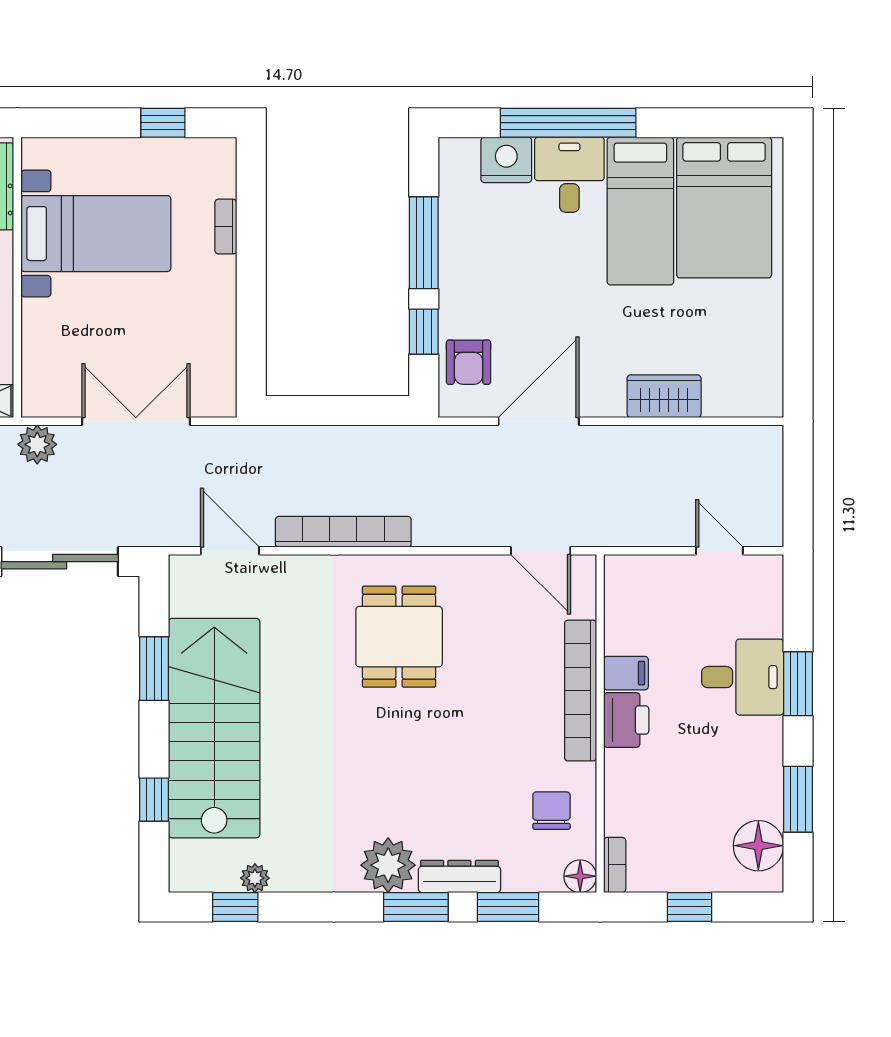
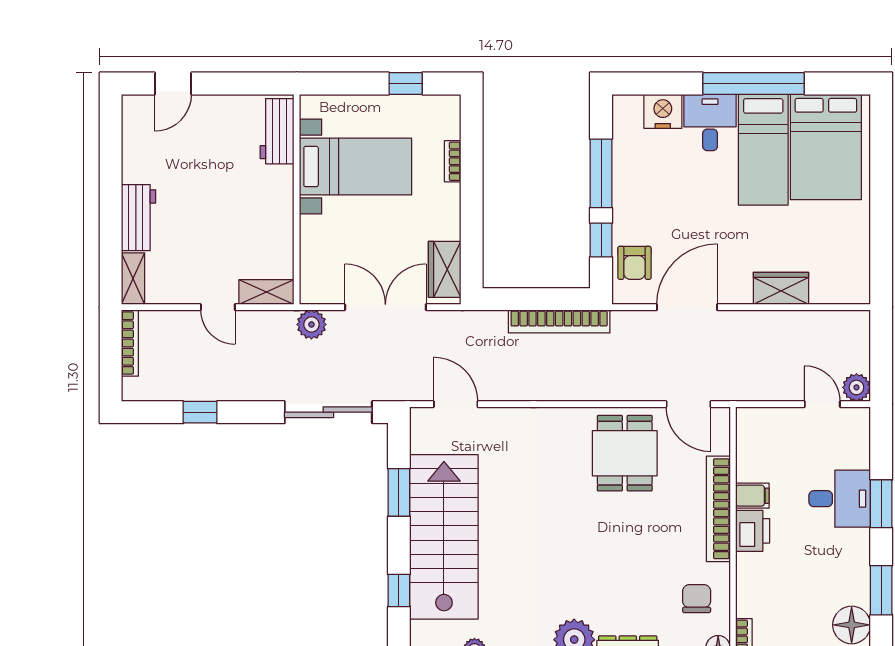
window: (568, 123) -> (754, 84), moved
wardrobe: (215, 371) -> (445, 269), added
plant: (765, 529) -> (856, 387), added
bookcase: (343, 532) -> (559, 321), moved, turned 180
dining table: (399, 637) -> (625, 453), moved

